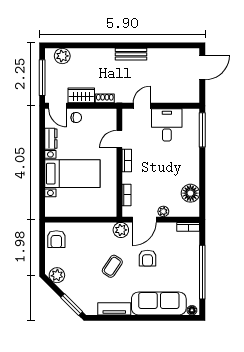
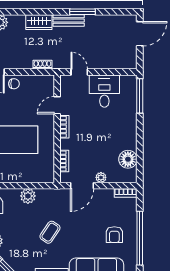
window: (145, 45) -> (82, 12), added
wardrobe: (81, 95) -> (39, 22), moved, turned 180
door: (142, 106) -> (79, 72), hinge flipped
plant: (121, 230) -> (28, 196), moved
armchair: (147, 258) -> (114, 235), moved

